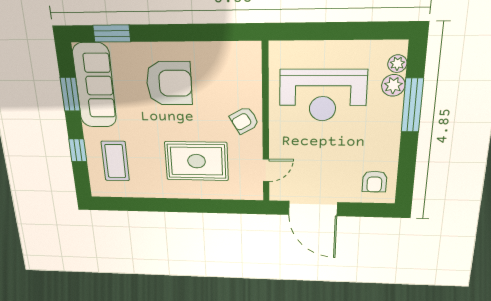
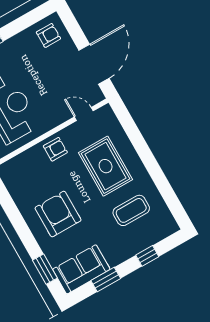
sofa: (95, 86) -> (81, 269), width x0.73
armchair: (244, 120) -> (55, 149), turned -60
coffee table: (115, 161) -> (131, 210), moved

